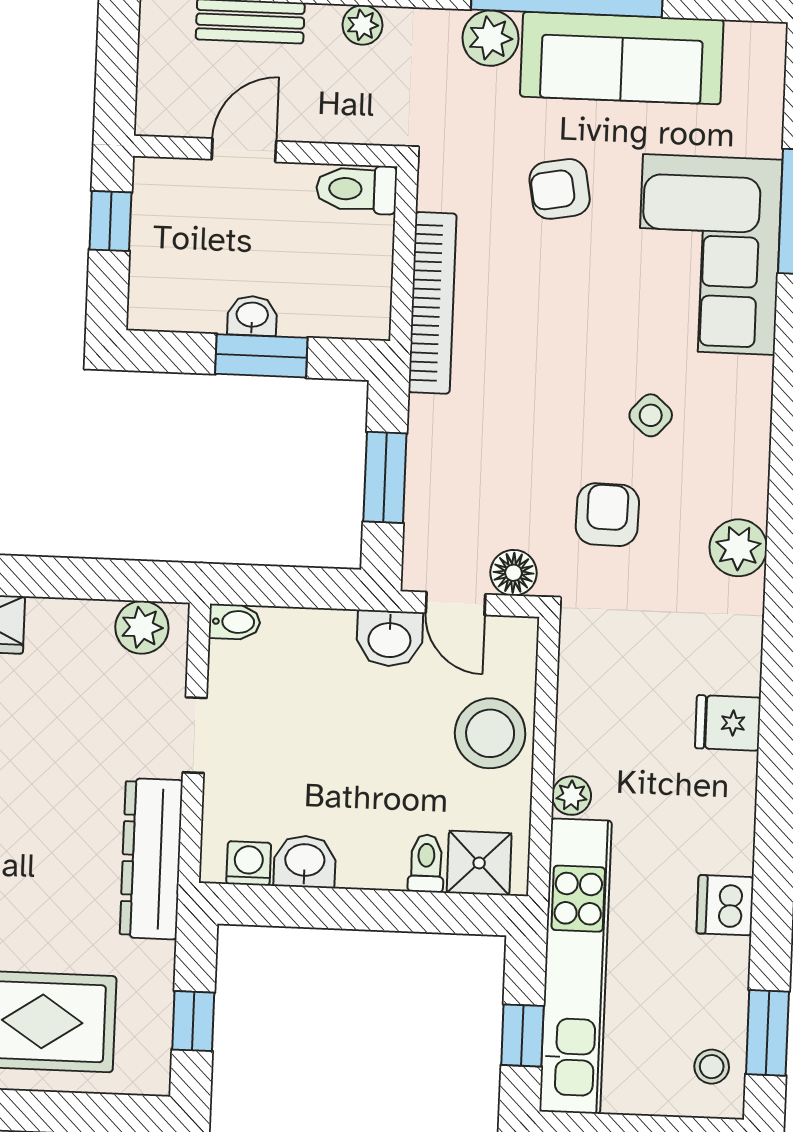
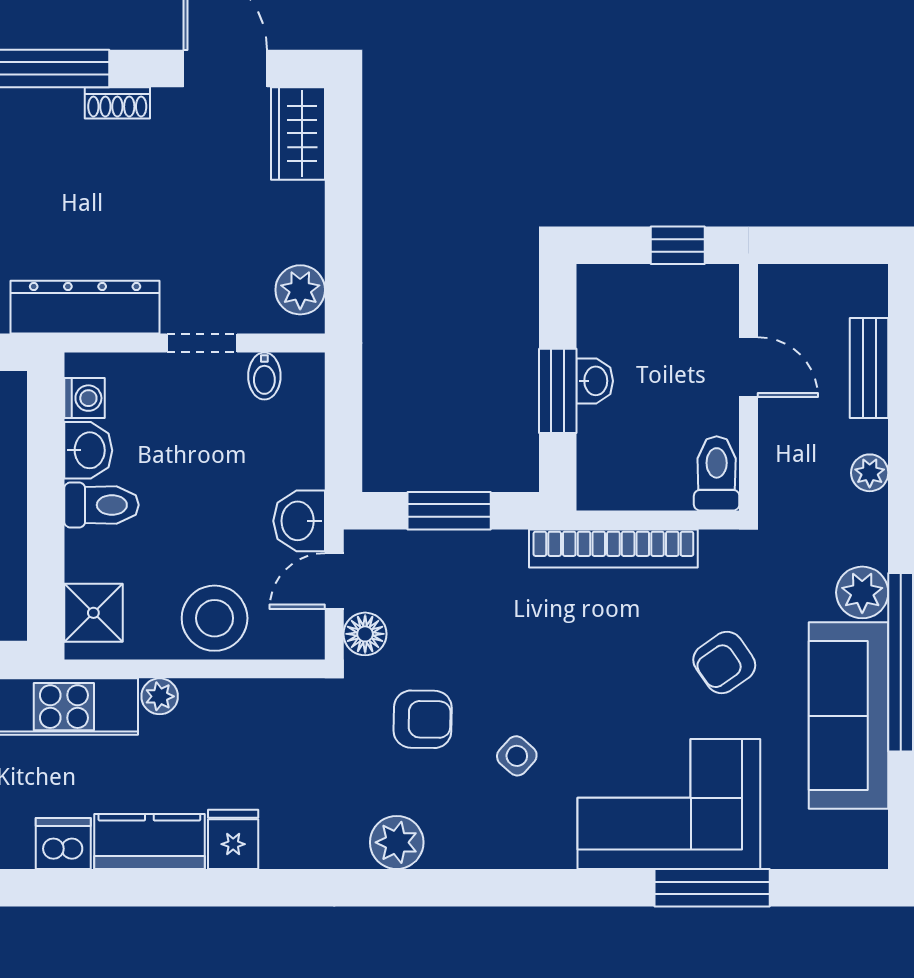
armchair: (560, 189) -> (724, 663), turned -115
bidet: (235, 622) -> (264, 376), moved
kitchen counter: (727, 813) -> (149, 842), added
toilet: (426, 863) -> (101, 505), moved, width x1.37, depth x1.39

